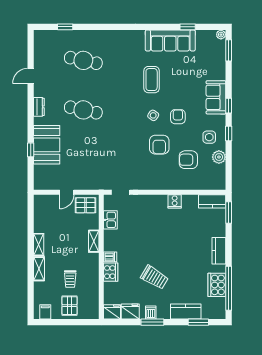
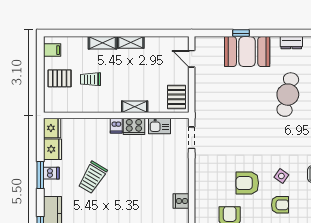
door: (67, 192) -> (192, 59), moved
cooker: (111, 272) -> (134, 126), moved

